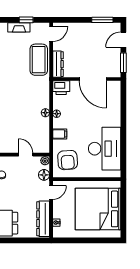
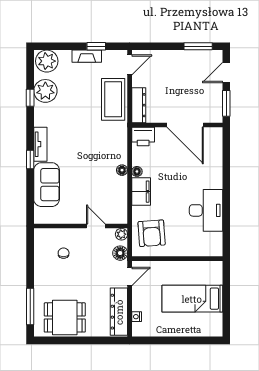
filing cabinet: (60, 134) -> (141, 192), width x2.00
desk: (105, 149) -> (206, 210), width x0.73, depth x0.77
bed: (98, 209) -> (192, 299), width x0.49

